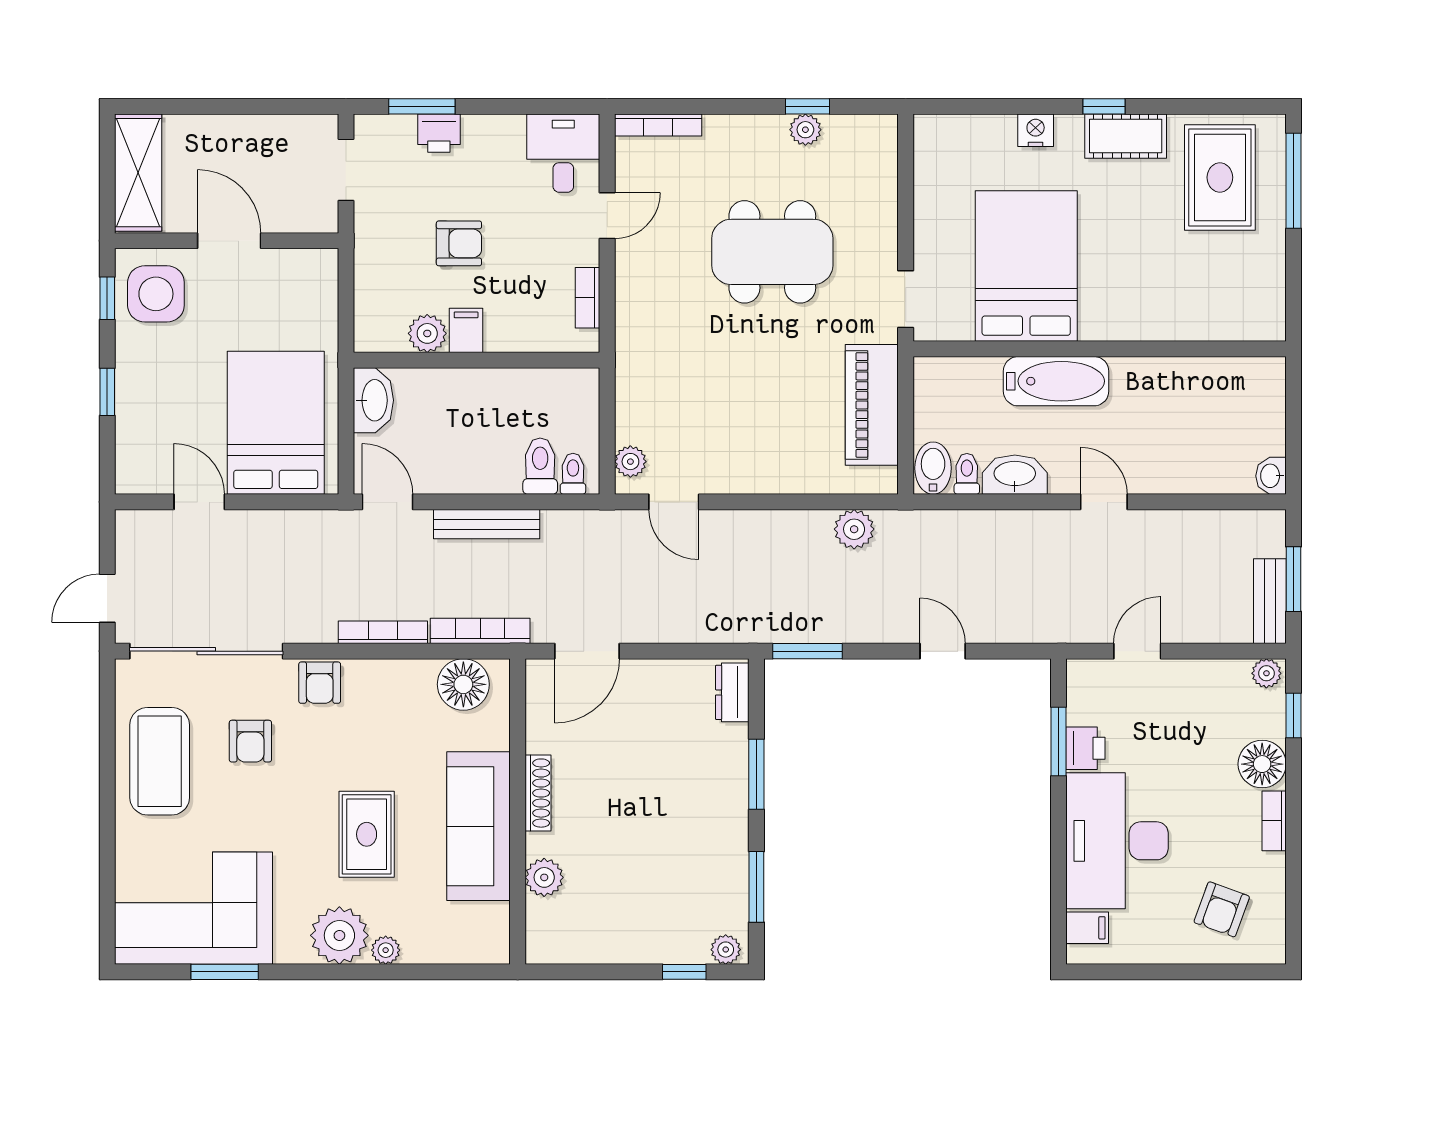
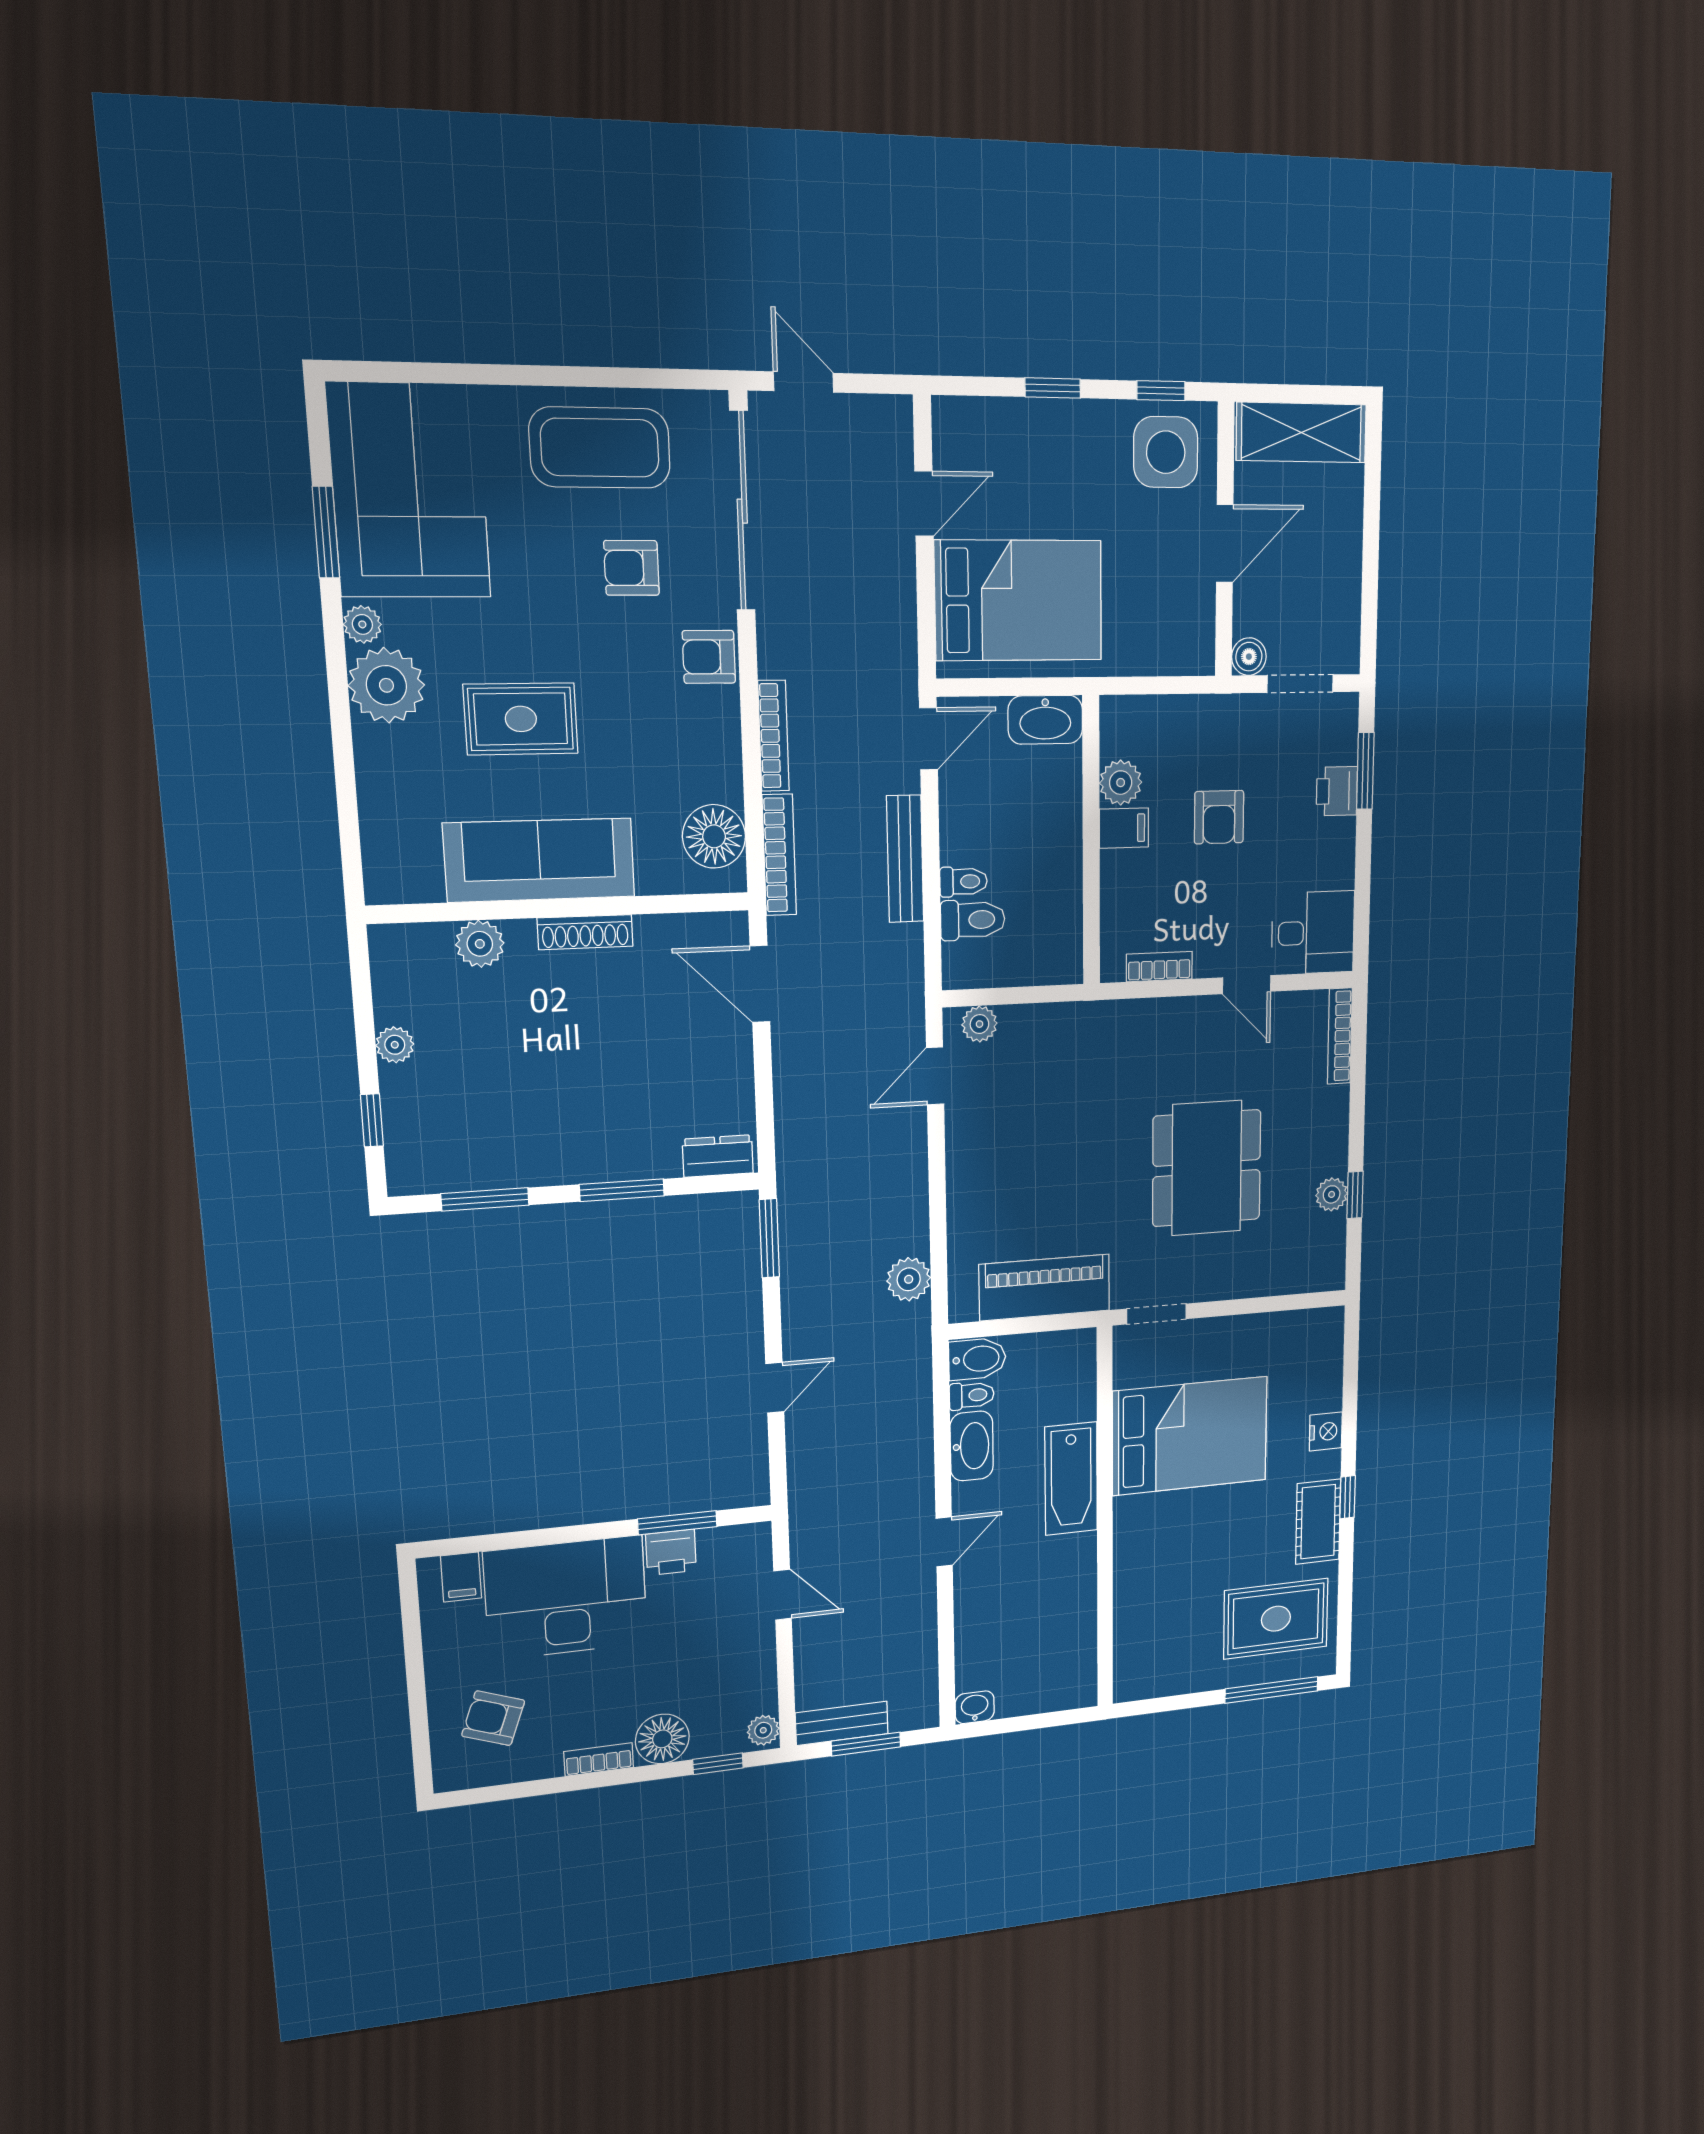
boiler: (323, 218) -> (1249, 657), added
toilet: (573, 474) -> (964, 882), moved
plant: (386, 950) -> (362, 624), moved
plant: (726, 950) -> (395, 1045), moved

